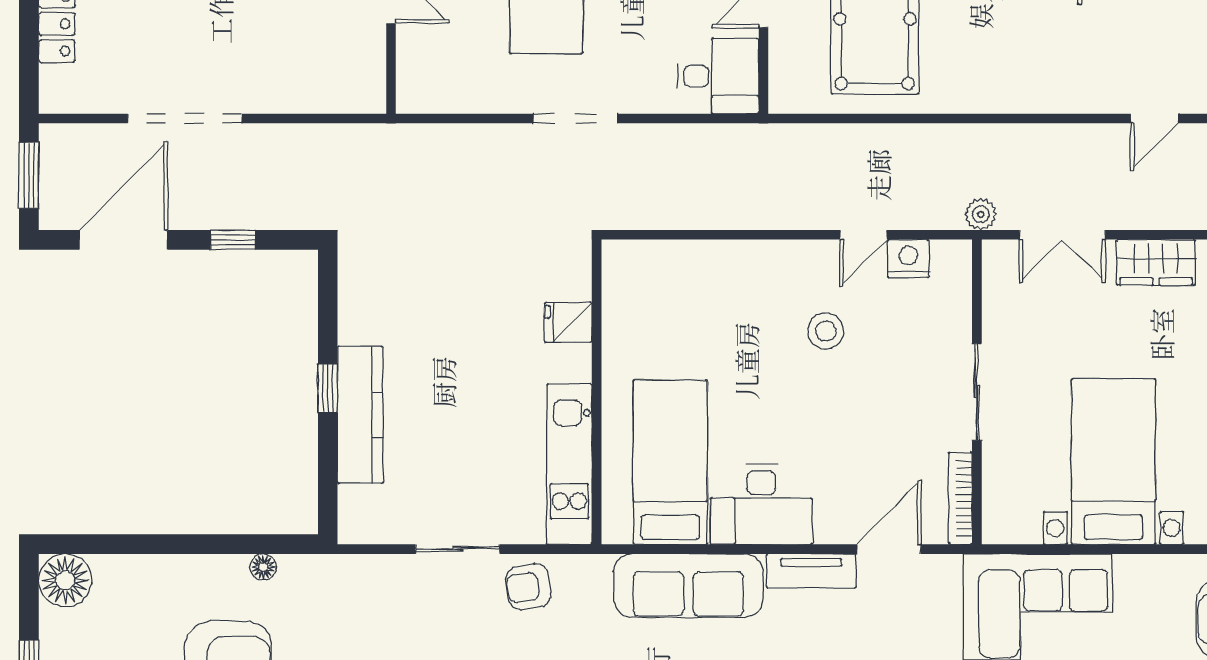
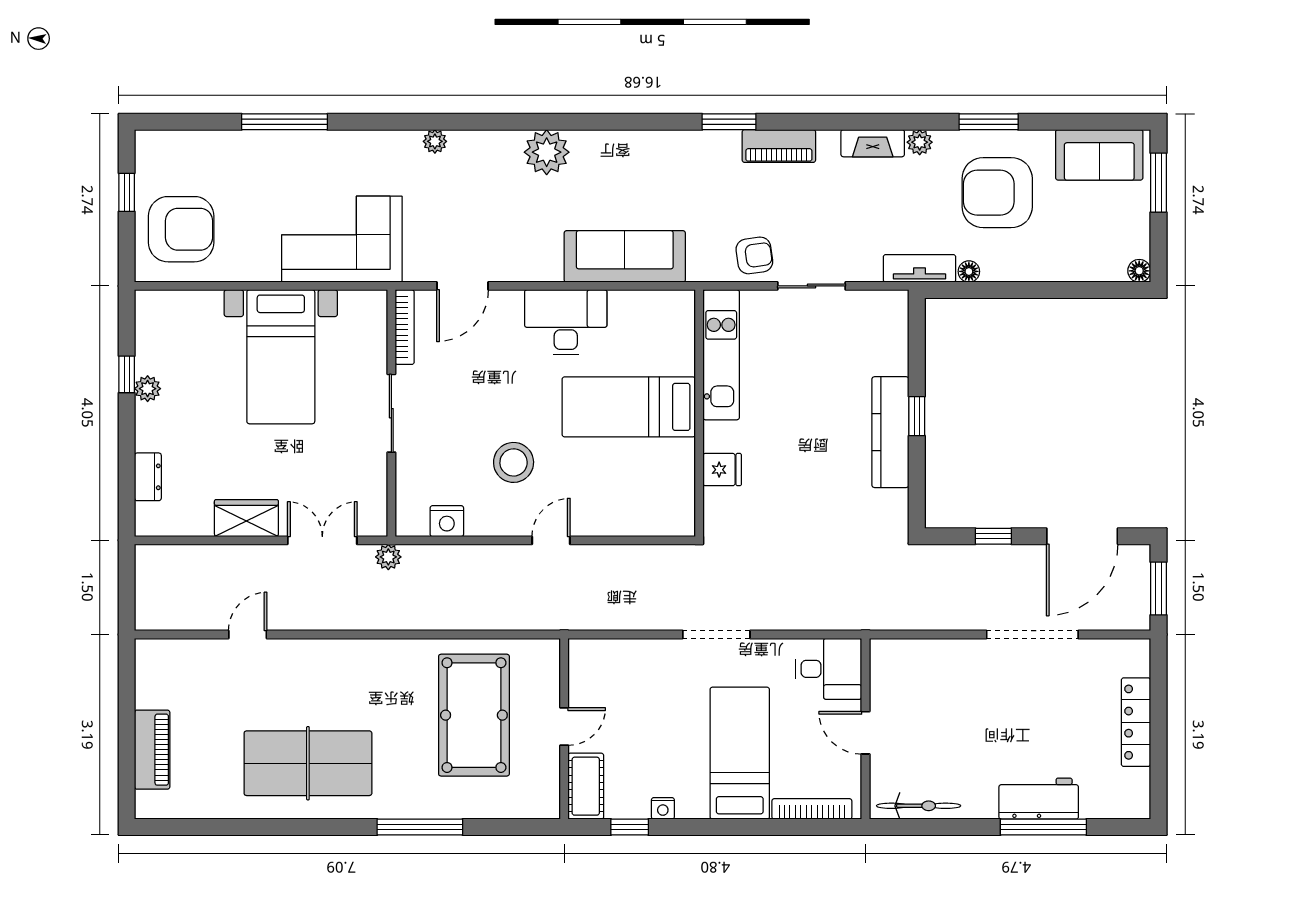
desk: (718, 76) -> (829, 669), moved, turned 180
door: (863, 235) -> (551, 540), moved
stool: (826, 331) -> (514, 462), width x1.38, depth x1.38
kitchen counter: (360, 415) -> (890, 432), moved
bed: (670, 462) -> (629, 407), moved, turned 90
tv unit: (811, 571) -> (919, 268), moved
floor lamp: (65, 580) -> (1139, 271), width x0.53, depth x0.53

